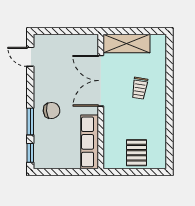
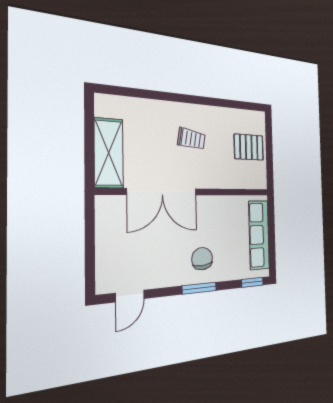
trolley: (140, 88) -> (191, 139), moved
window: (30, 122) -> (199, 288), moved
row of seats: (90, 142) -> (259, 235), moved, turned 90

